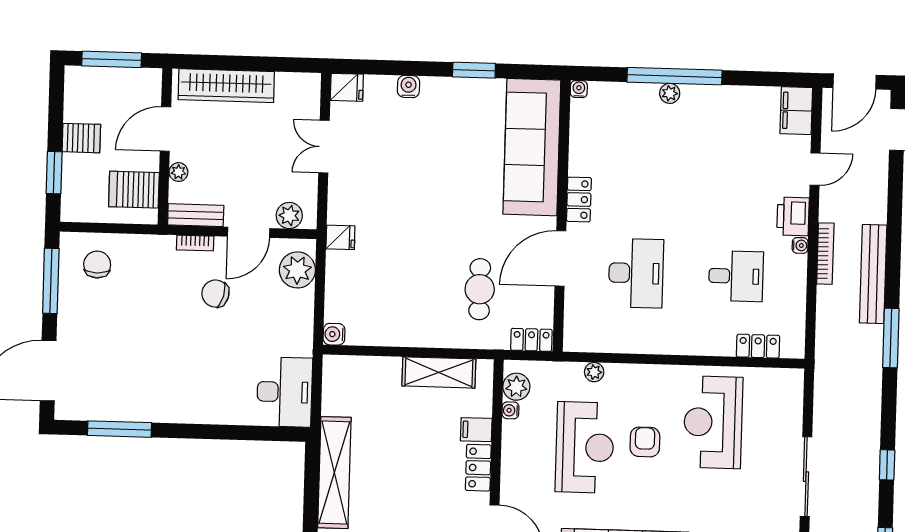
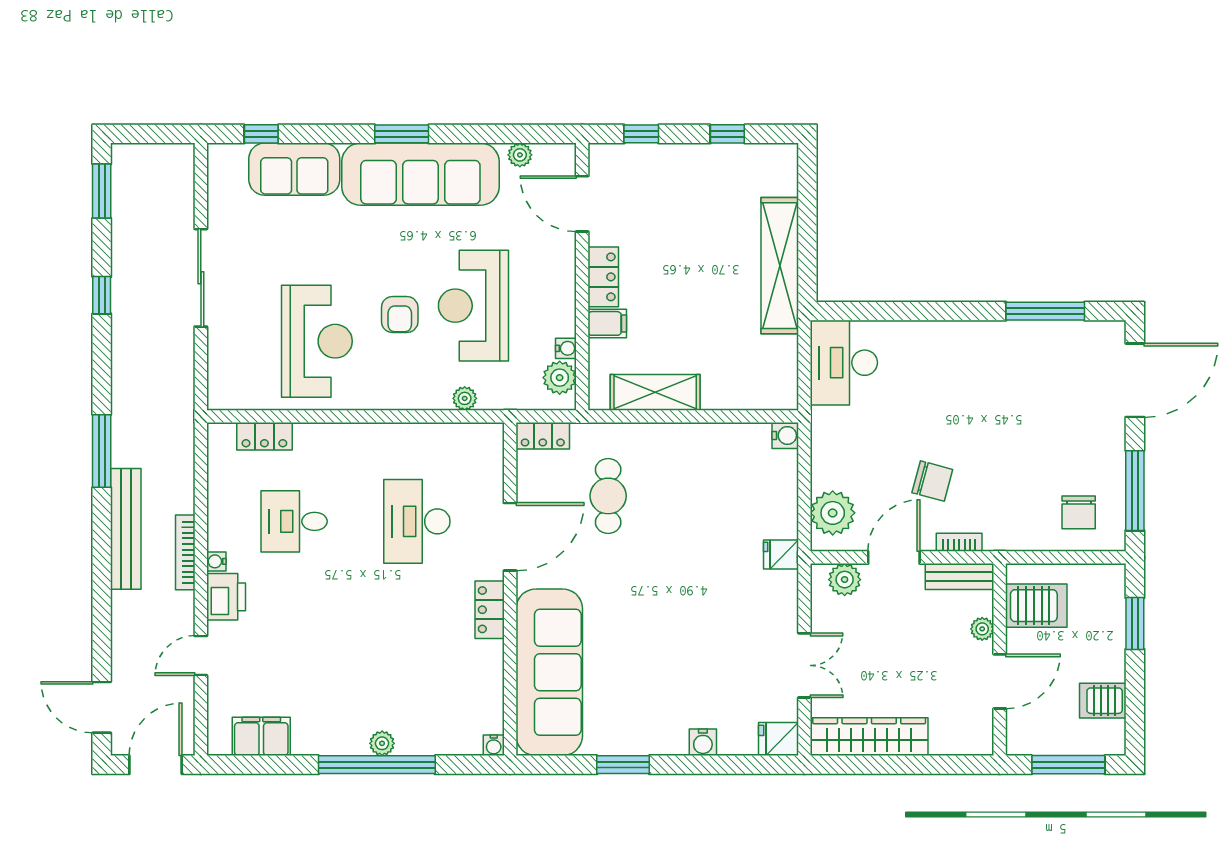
wardrobe: (226, 86) -> (869, 737), moved
filing cabinet: (796, 111) -> (261, 736), moved, turned -90
server rack: (81, 138) -> (1103, 701), moved

